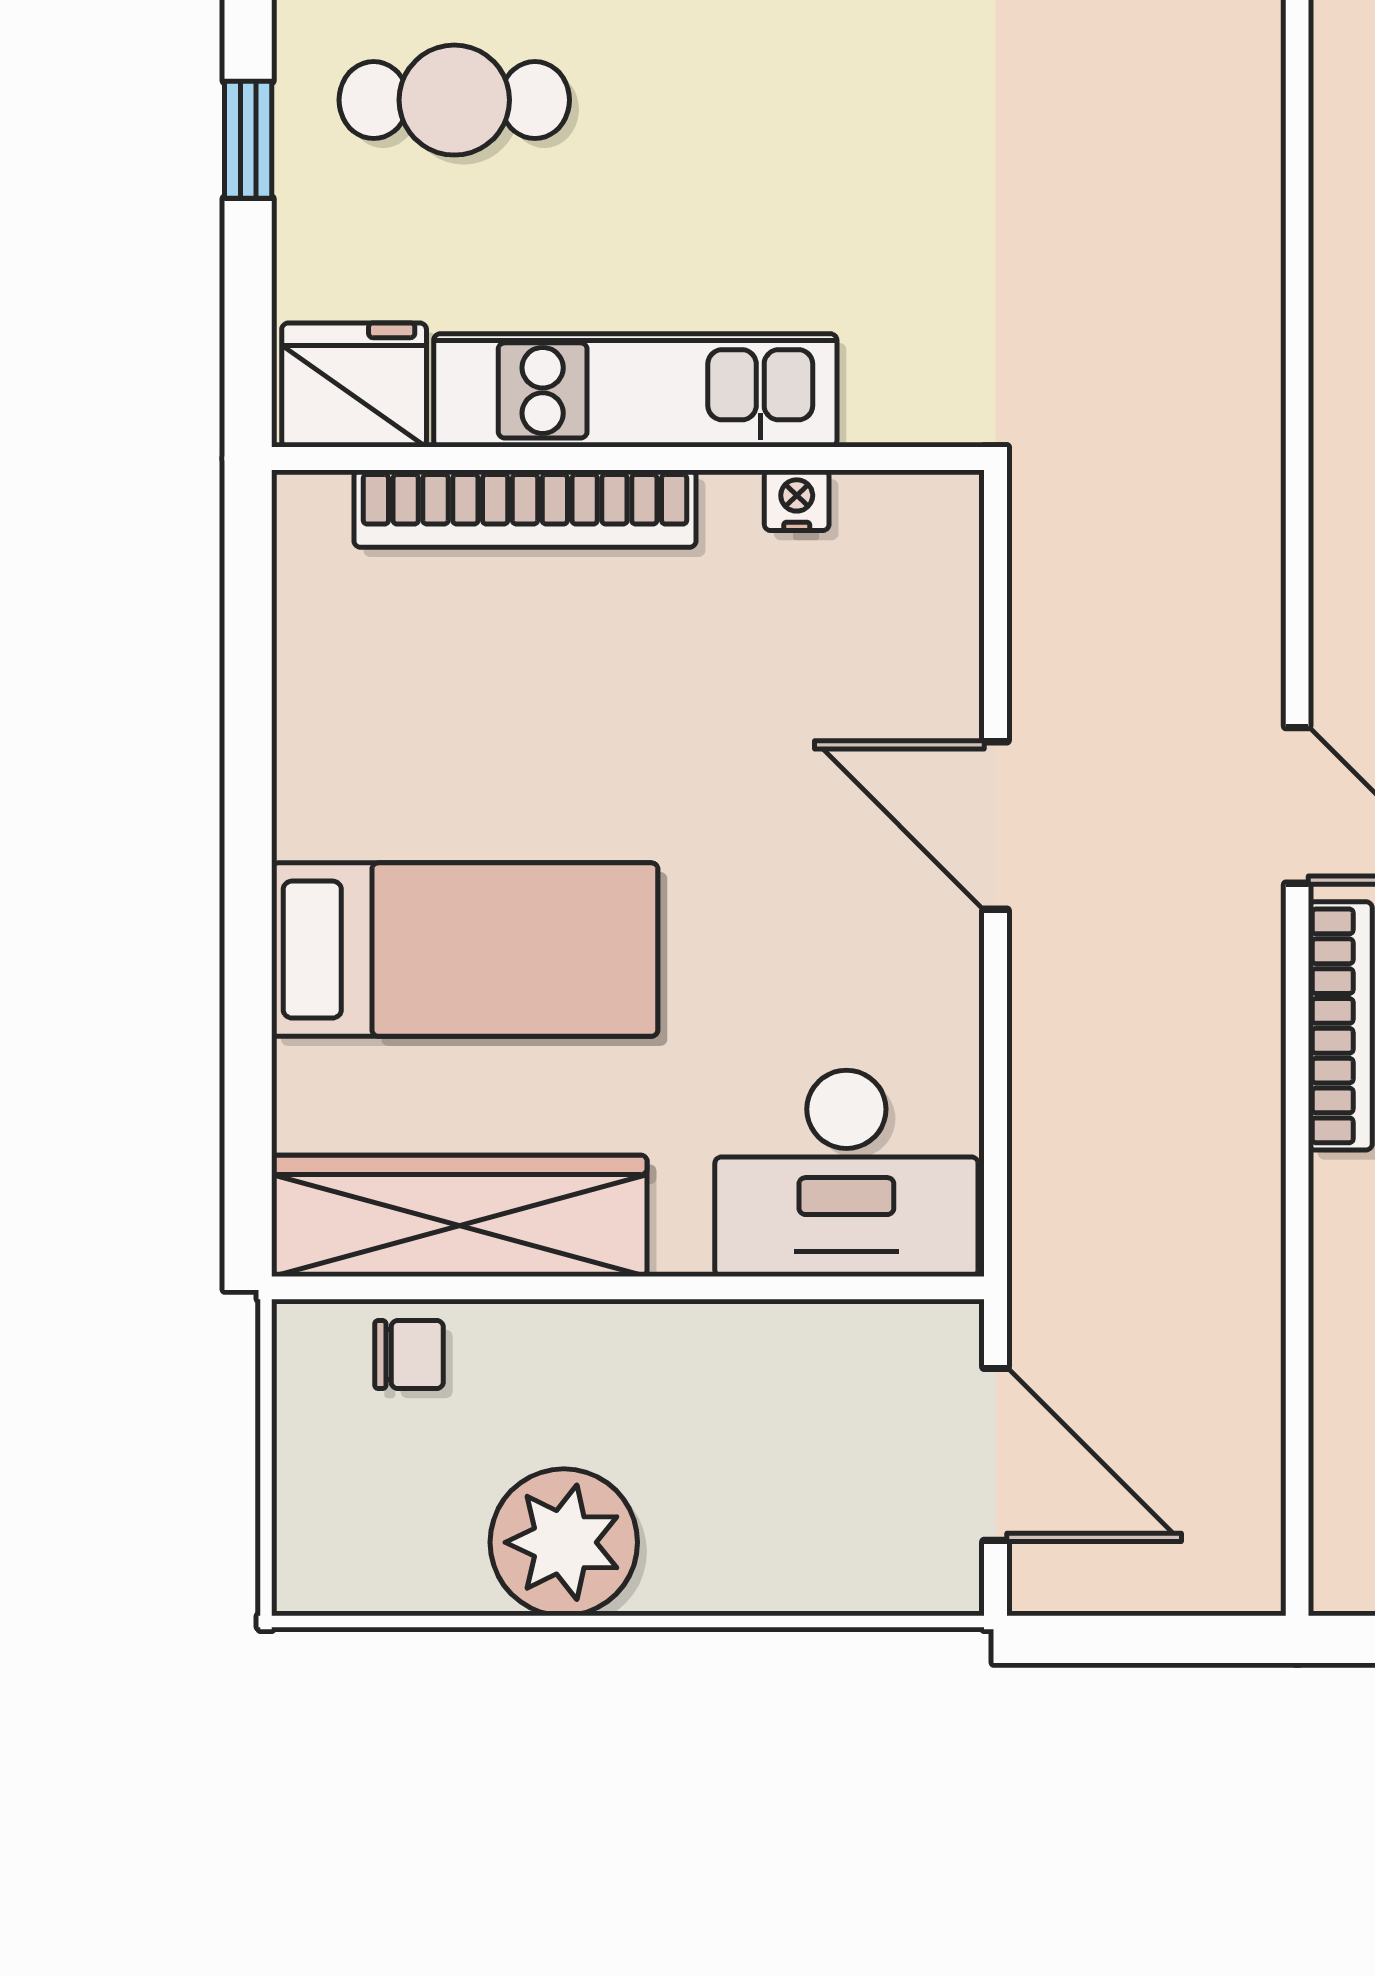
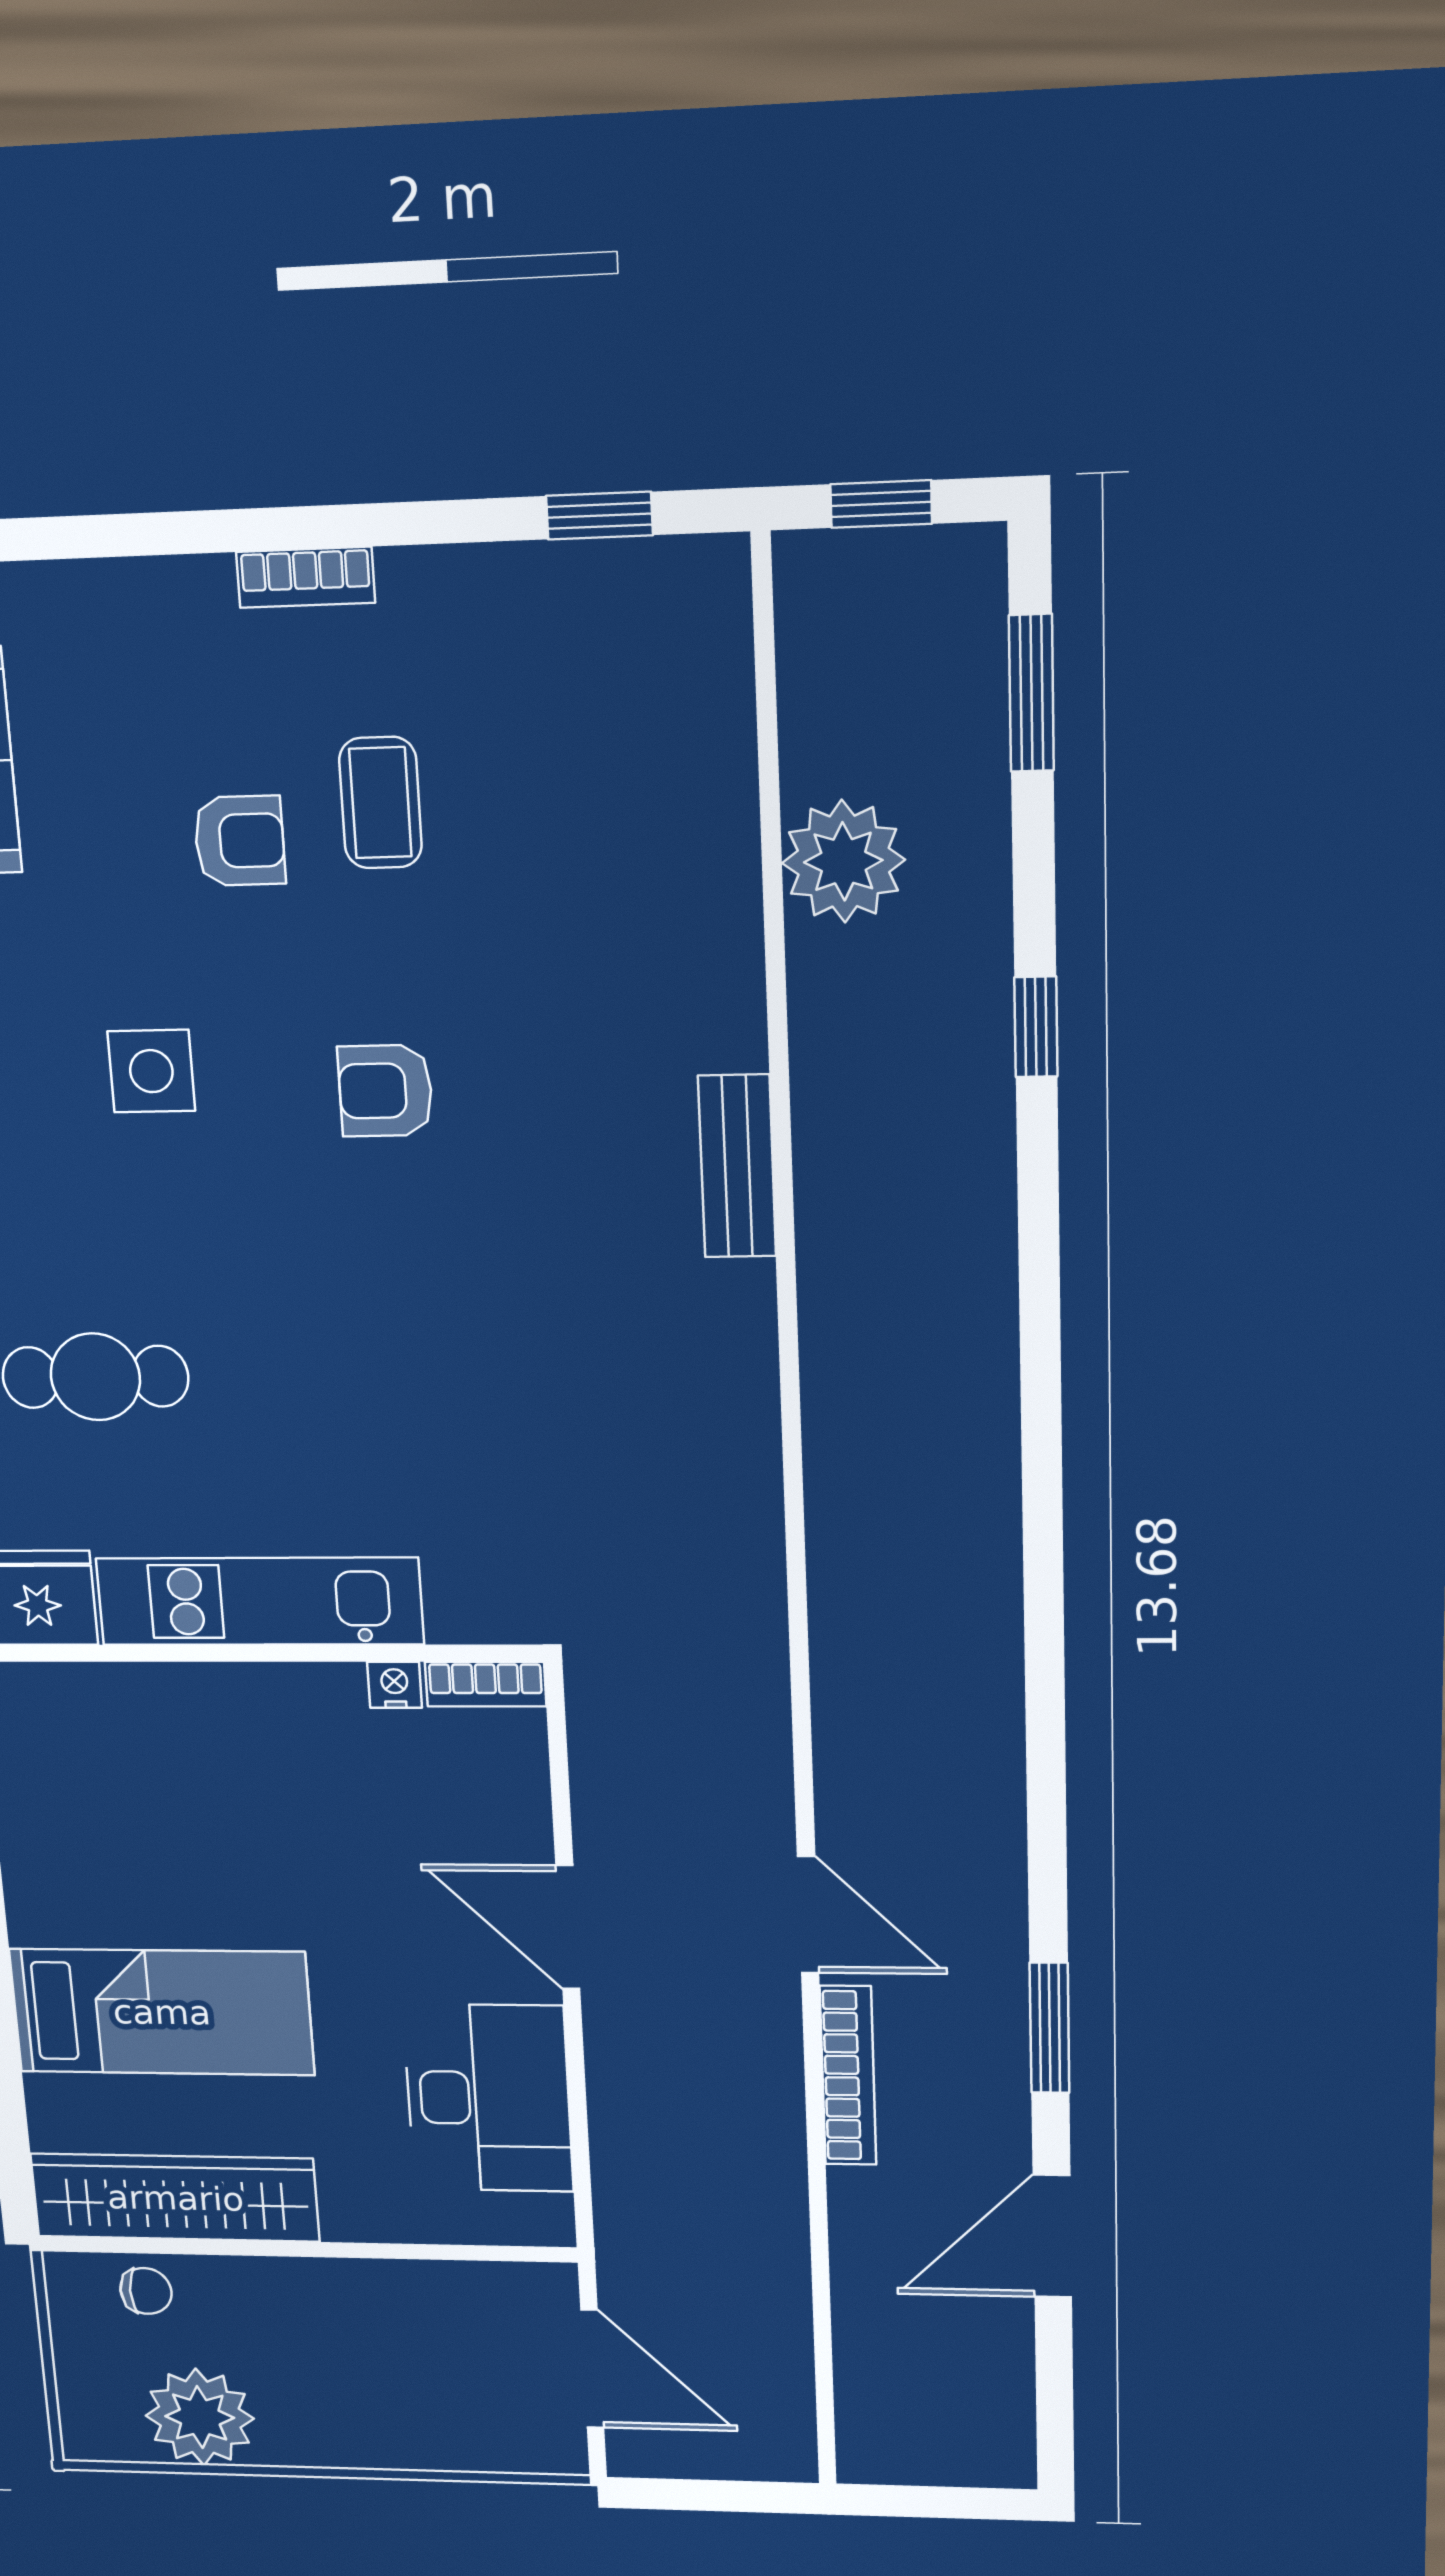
bookcase: (525, 509) -> (486, 1684), moved, width x0.43, depth x0.76
desk: (846, 1173) -> (488, 2098), moved, turned -90
plant: (564, 1542) -> (200, 2417), moved

